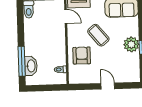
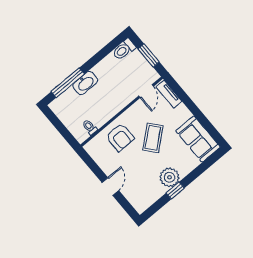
armchair: (82, 56) -> (120, 137), turned 90
washbasin: (31, 66) -> (85, 83), moved

